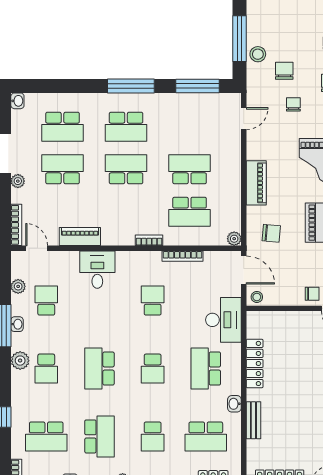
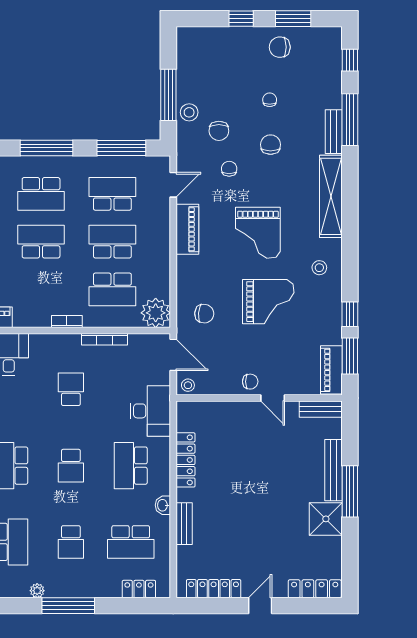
chair: (284, 71) -> (219, 131), turned 180
school desk: (190, 127) -> (112, 194), added
piano: (256, 183) -> (187, 229), moved
plant: (234, 239) -> (156, 313), width x1.87, depth x1.87

